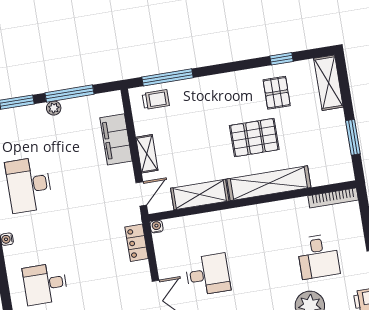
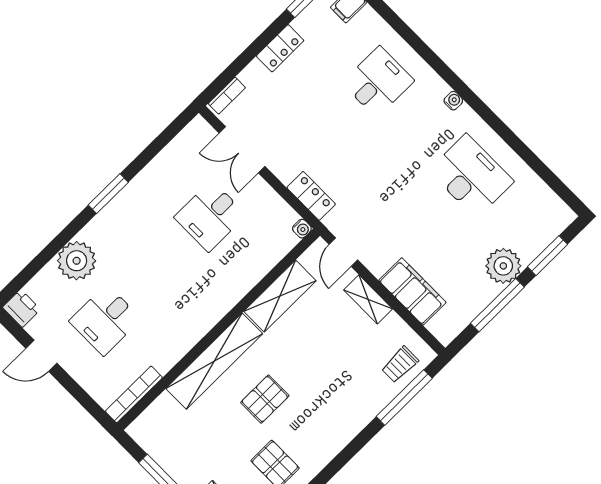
plant: (54, 108) -> (503, 266), width x1.88, depth x1.88
pallet: (254, 138) -> (265, 399), width x0.67, depth x0.71
desk: (318, 257) -> (105, 320), turned -90

